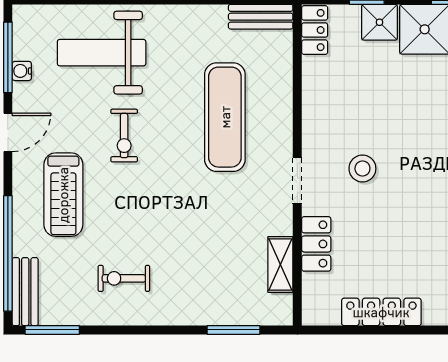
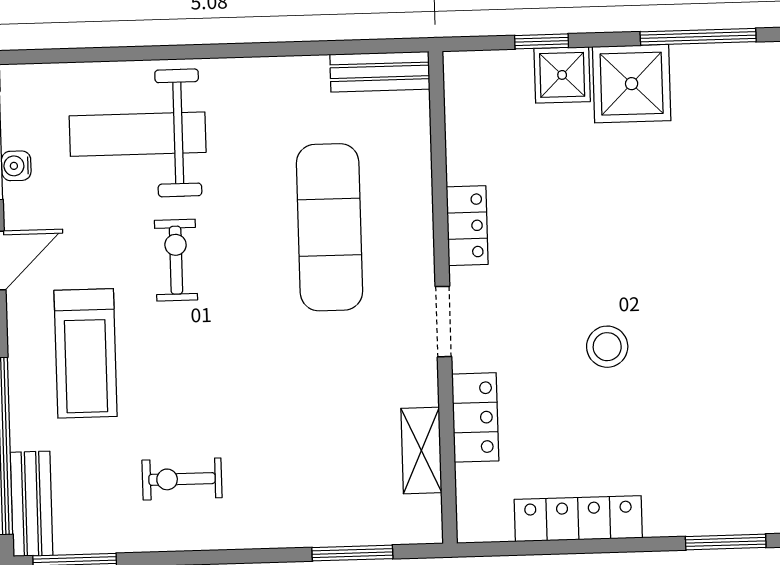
locker: (315, 30) -> (467, 226), moved
exercise bike: (124, 136) -> (176, 260), turned 180
stool: (362, 169) -> (607, 347), moved

